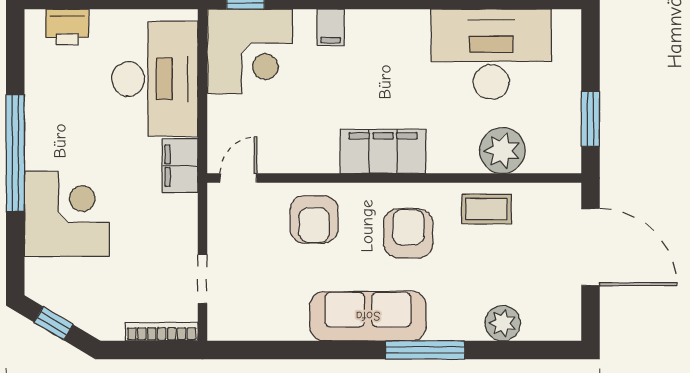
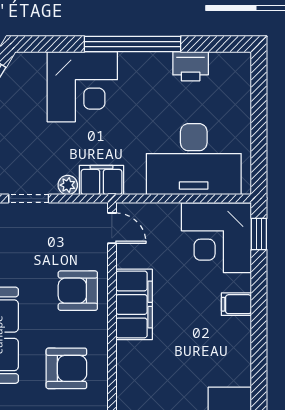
printer: (67, 27) -> (191, 66), moved, turned -90
filing cabinet: (383, 151) -> (134, 304), moved
filing cabinet: (180, 166) -> (101, 180), moved
plant: (186, 232) -> (68, 185), added

